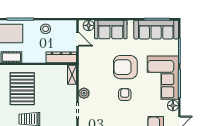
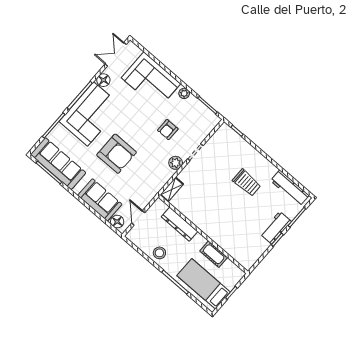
dresser: (61, 57) -> (180, 224), moved
pallet: (22, 89) -> (229, 217), removed
armchair: (125, 95) -> (168, 130), moved

